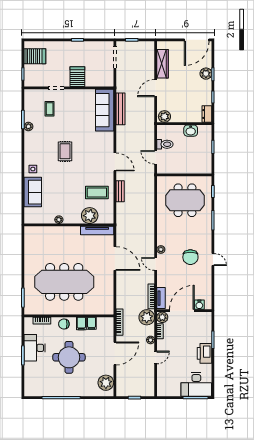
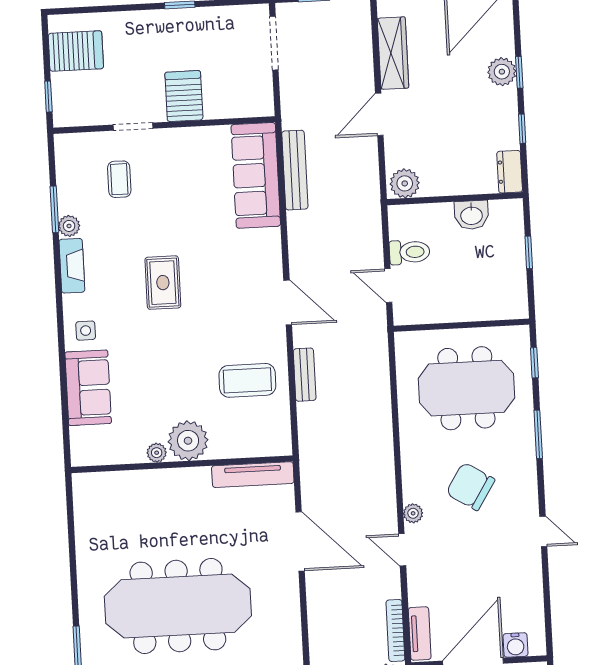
fireplace: (29, 143) -> (72, 266), added
plant: (90, 216) -> (188, 441), moved
chair: (190, 257) -> (470, 486), moved, turned 122

